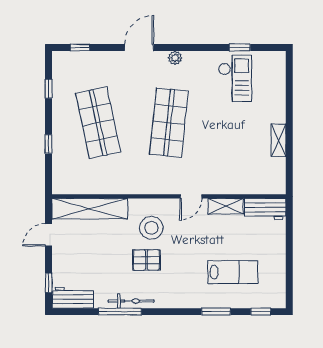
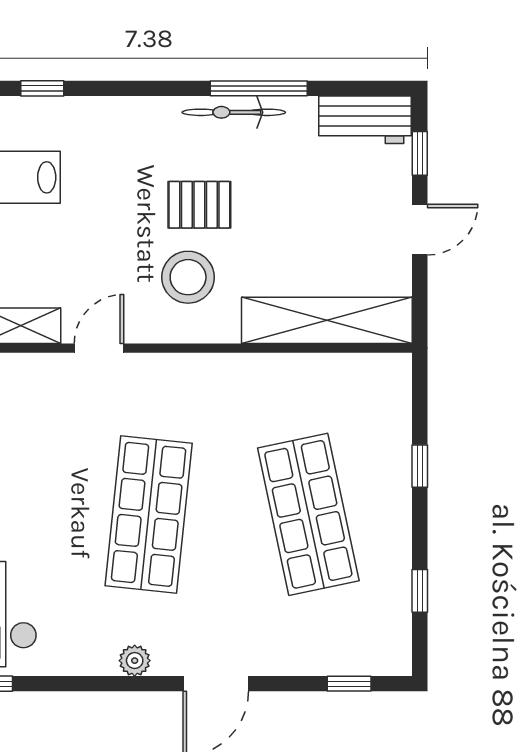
door: (49, 235) -> (420, 230), moved
window: (216, 312) -> (42, 88), width x0.67

